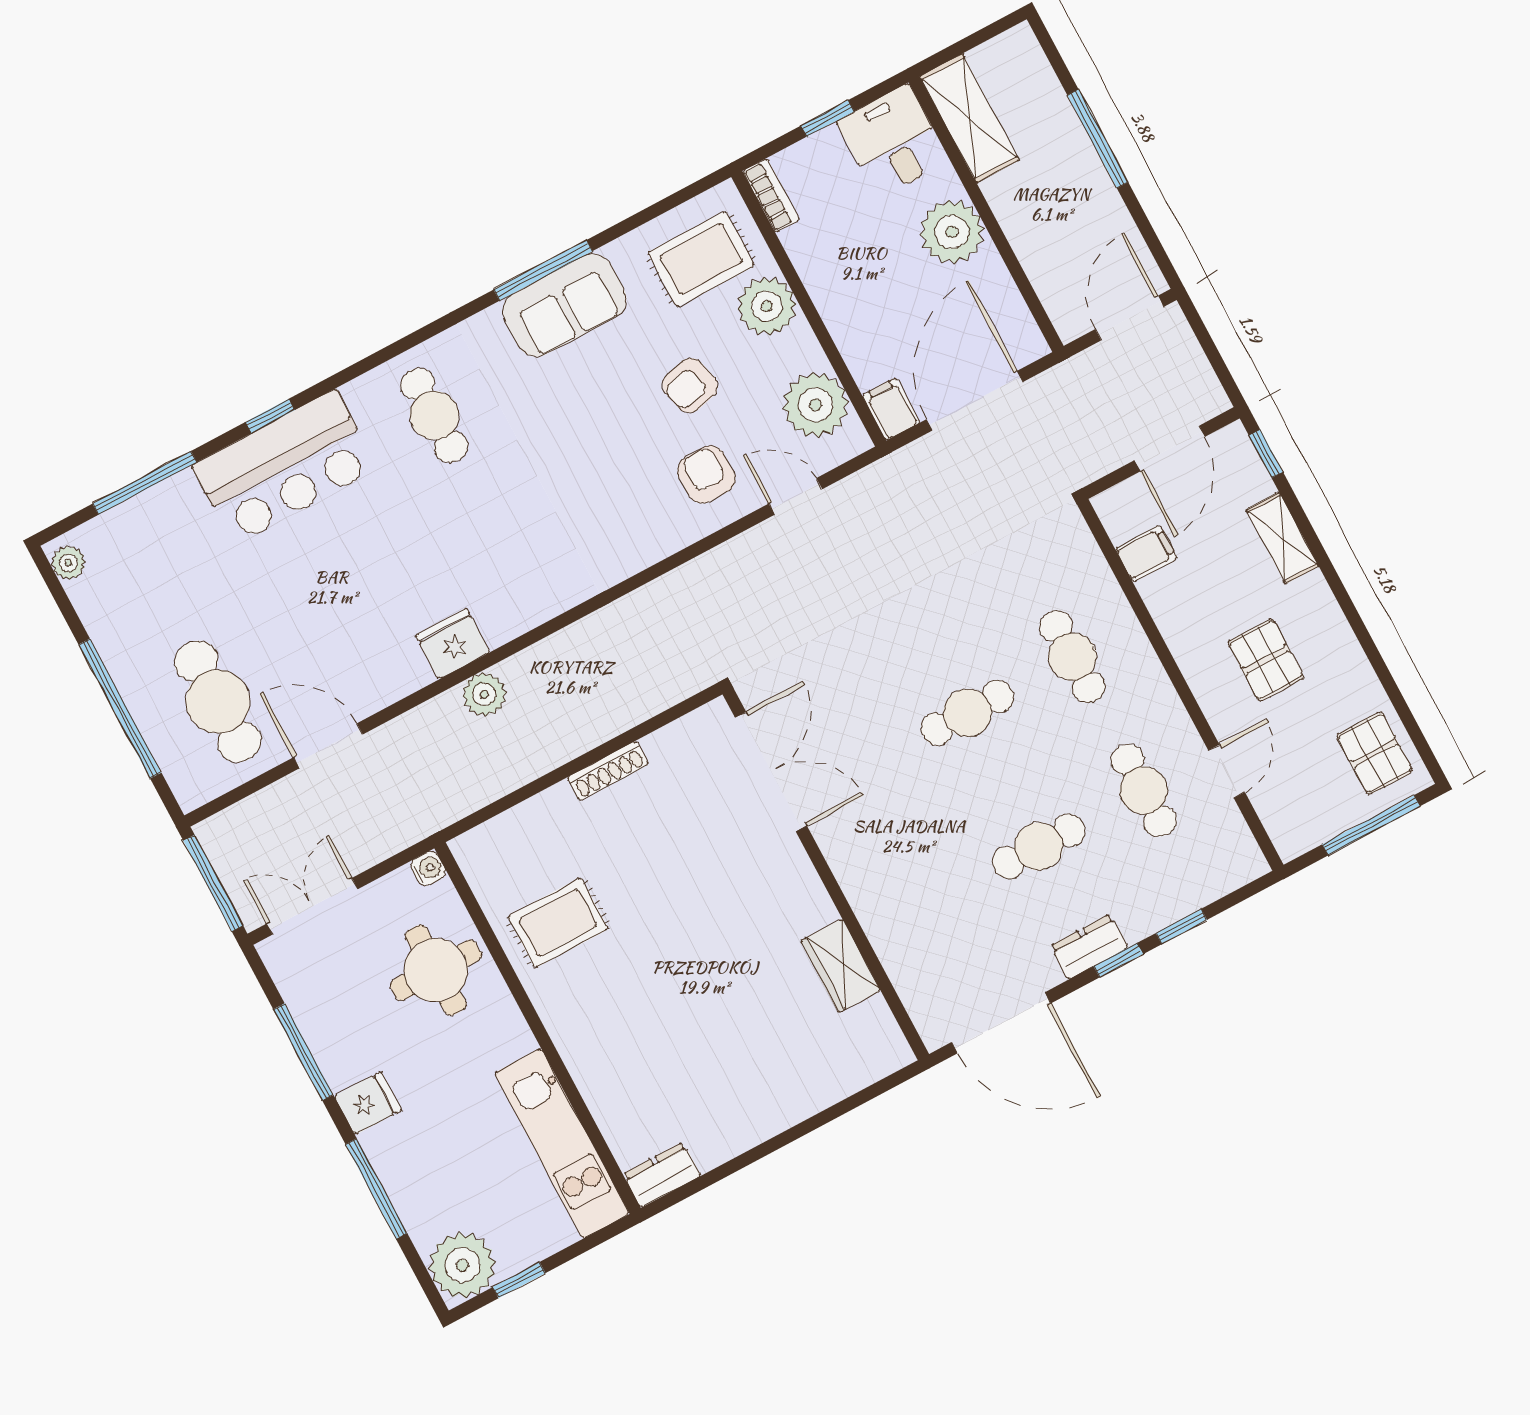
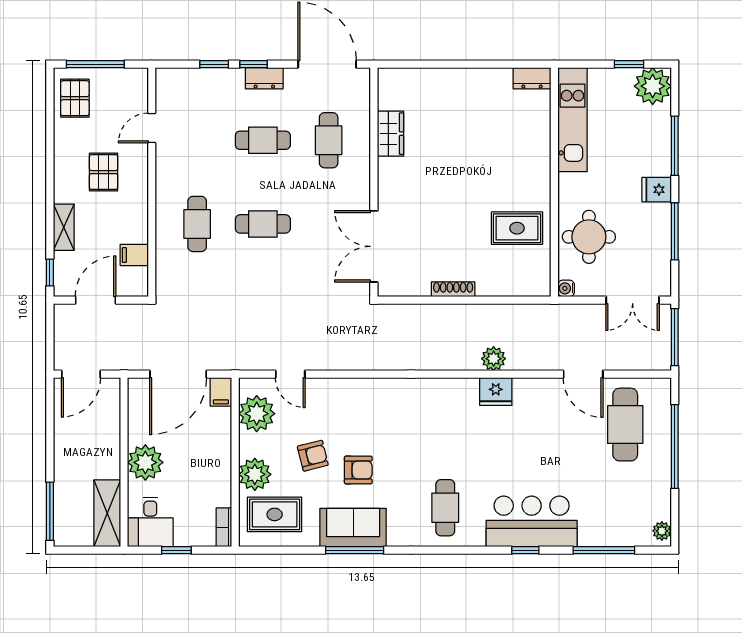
window: (1098, 139) -> (50, 511), moved
armchair: (706, 475) -> (358, 470), moved, turned -90
cafe table: (1144, 790) -> (329, 140), moved

